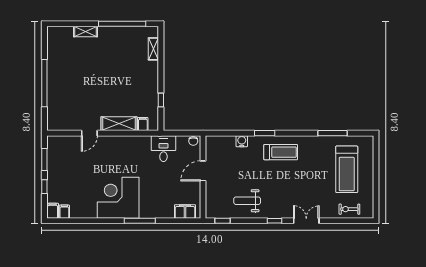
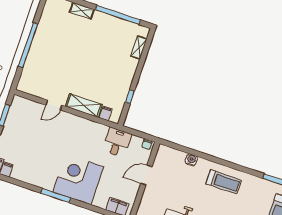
window: (265, 133) -> (215, 160), removed
corner desk: (118, 198) -> (78, 179), moved
window: (140, 221) -> (56, 195), moved

